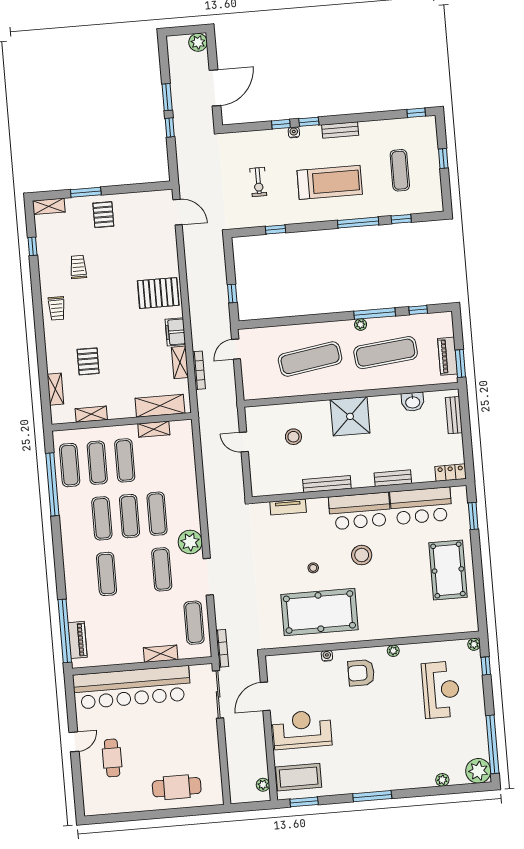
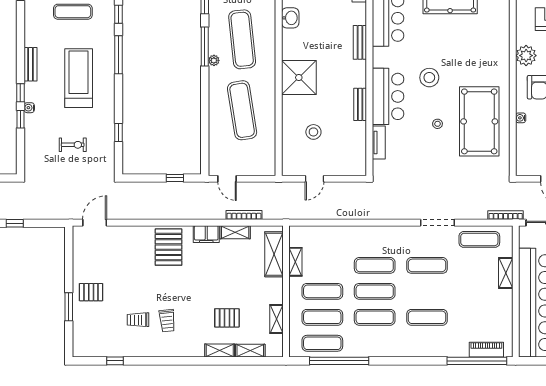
shelving: (49, 206) -> (220, 351), moved, turned 90
trolley: (57, 308) -> (167, 321), moved, turned 84
bench: (327, 484) -> (360, 104), width x0.73
bar counter: (360, 511) -> (388, 96), moved
plant: (190, 542) -> (404, 237), removed
plant: (393, 651) -> (526, 56), width x1.88, depth x1.88

